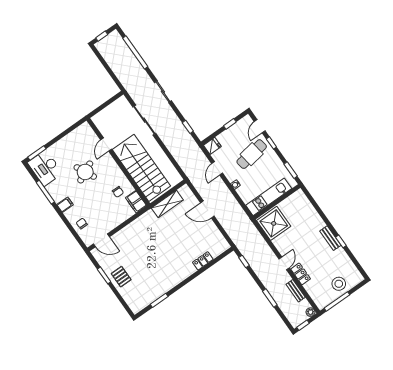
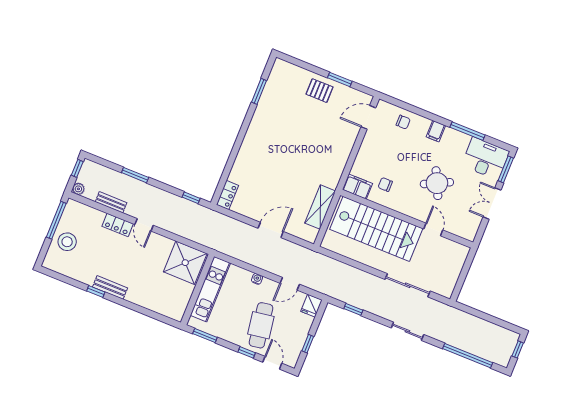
double door: (59, 137) -> (492, 204), added
door: (217, 168) -> (290, 284), swing flipped
locker: (203, 261) -> (227, 195), moved

